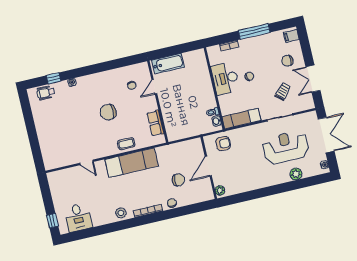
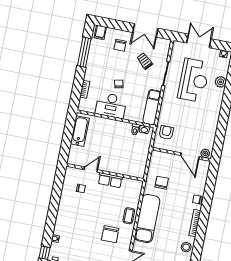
window: (254, 32) -> (84, 52), moved
bathtub: (168, 64) -> (80, 131), moved
door: (154, 87) -> (91, 170), swing flipped
chair: (108, 112) -> (110, 234), moved
row of seats: (155, 123) -> (110, 180), moved
double door: (326, 135) -> (199, 41), width x0.73
reception desk: (286, 147) -> (194, 80), turned 180
door: (208, 166) -> (190, 156), moved
chair: (178, 180) -> (162, 183), moved

